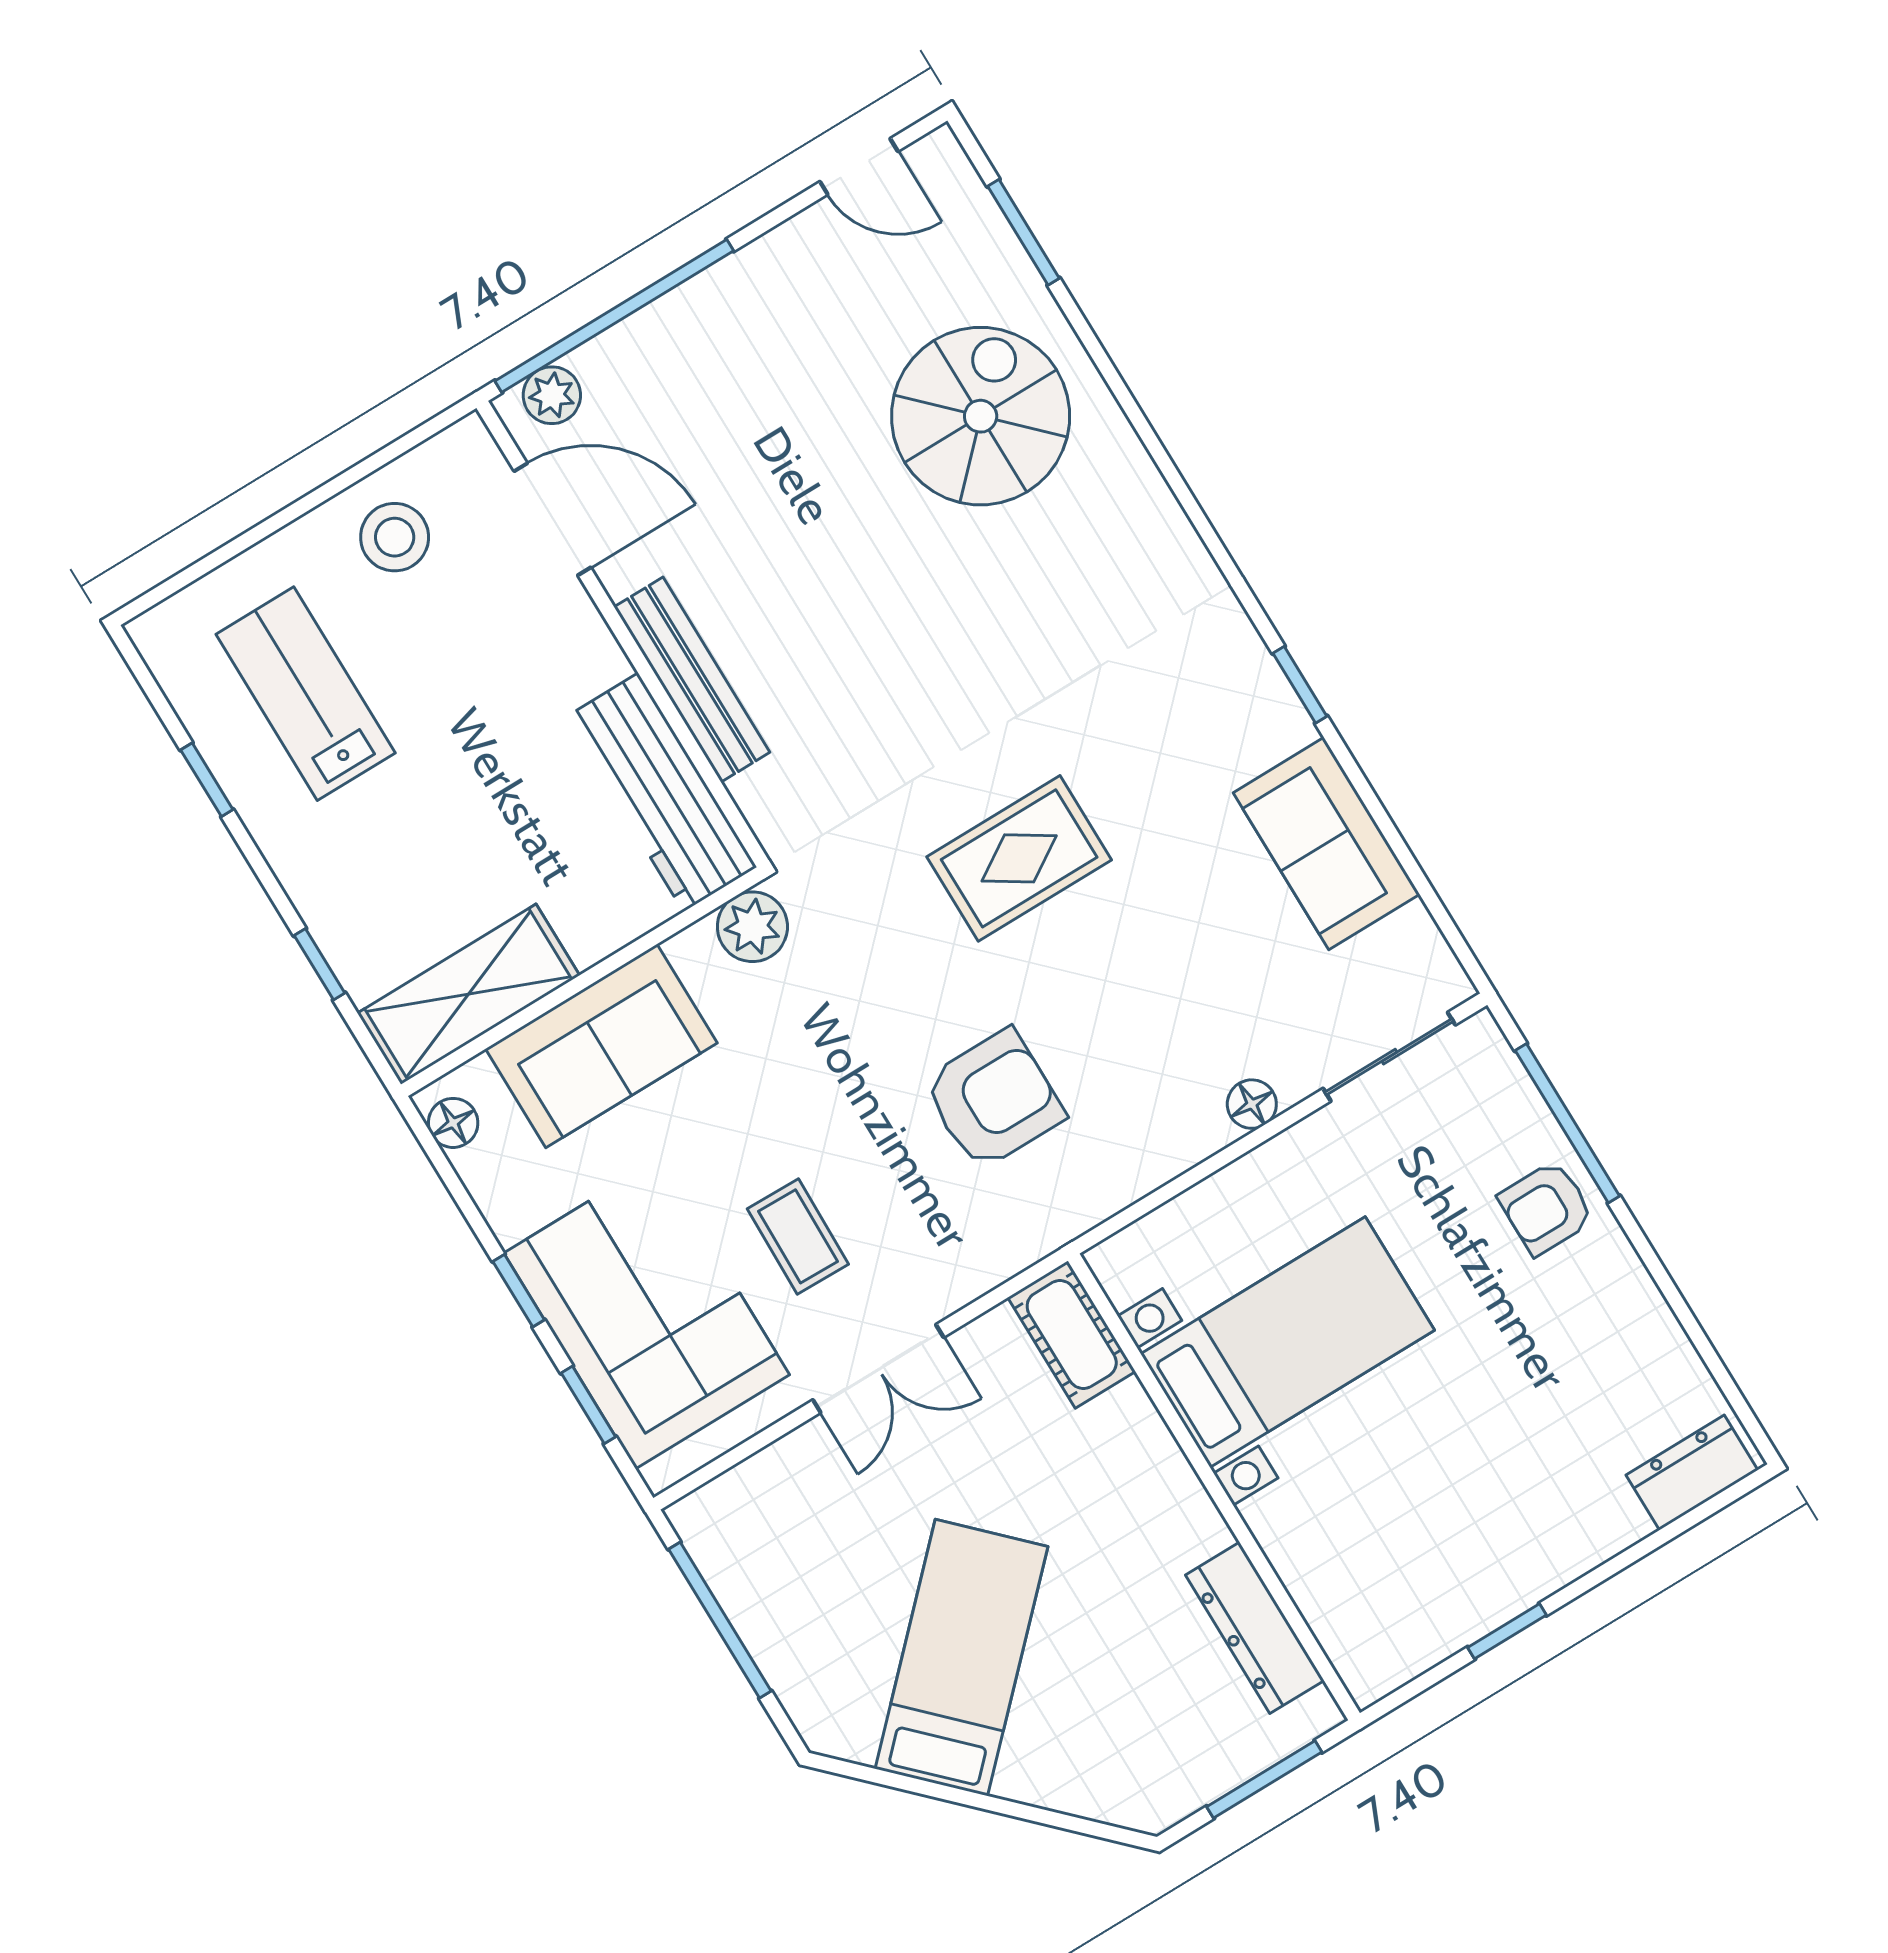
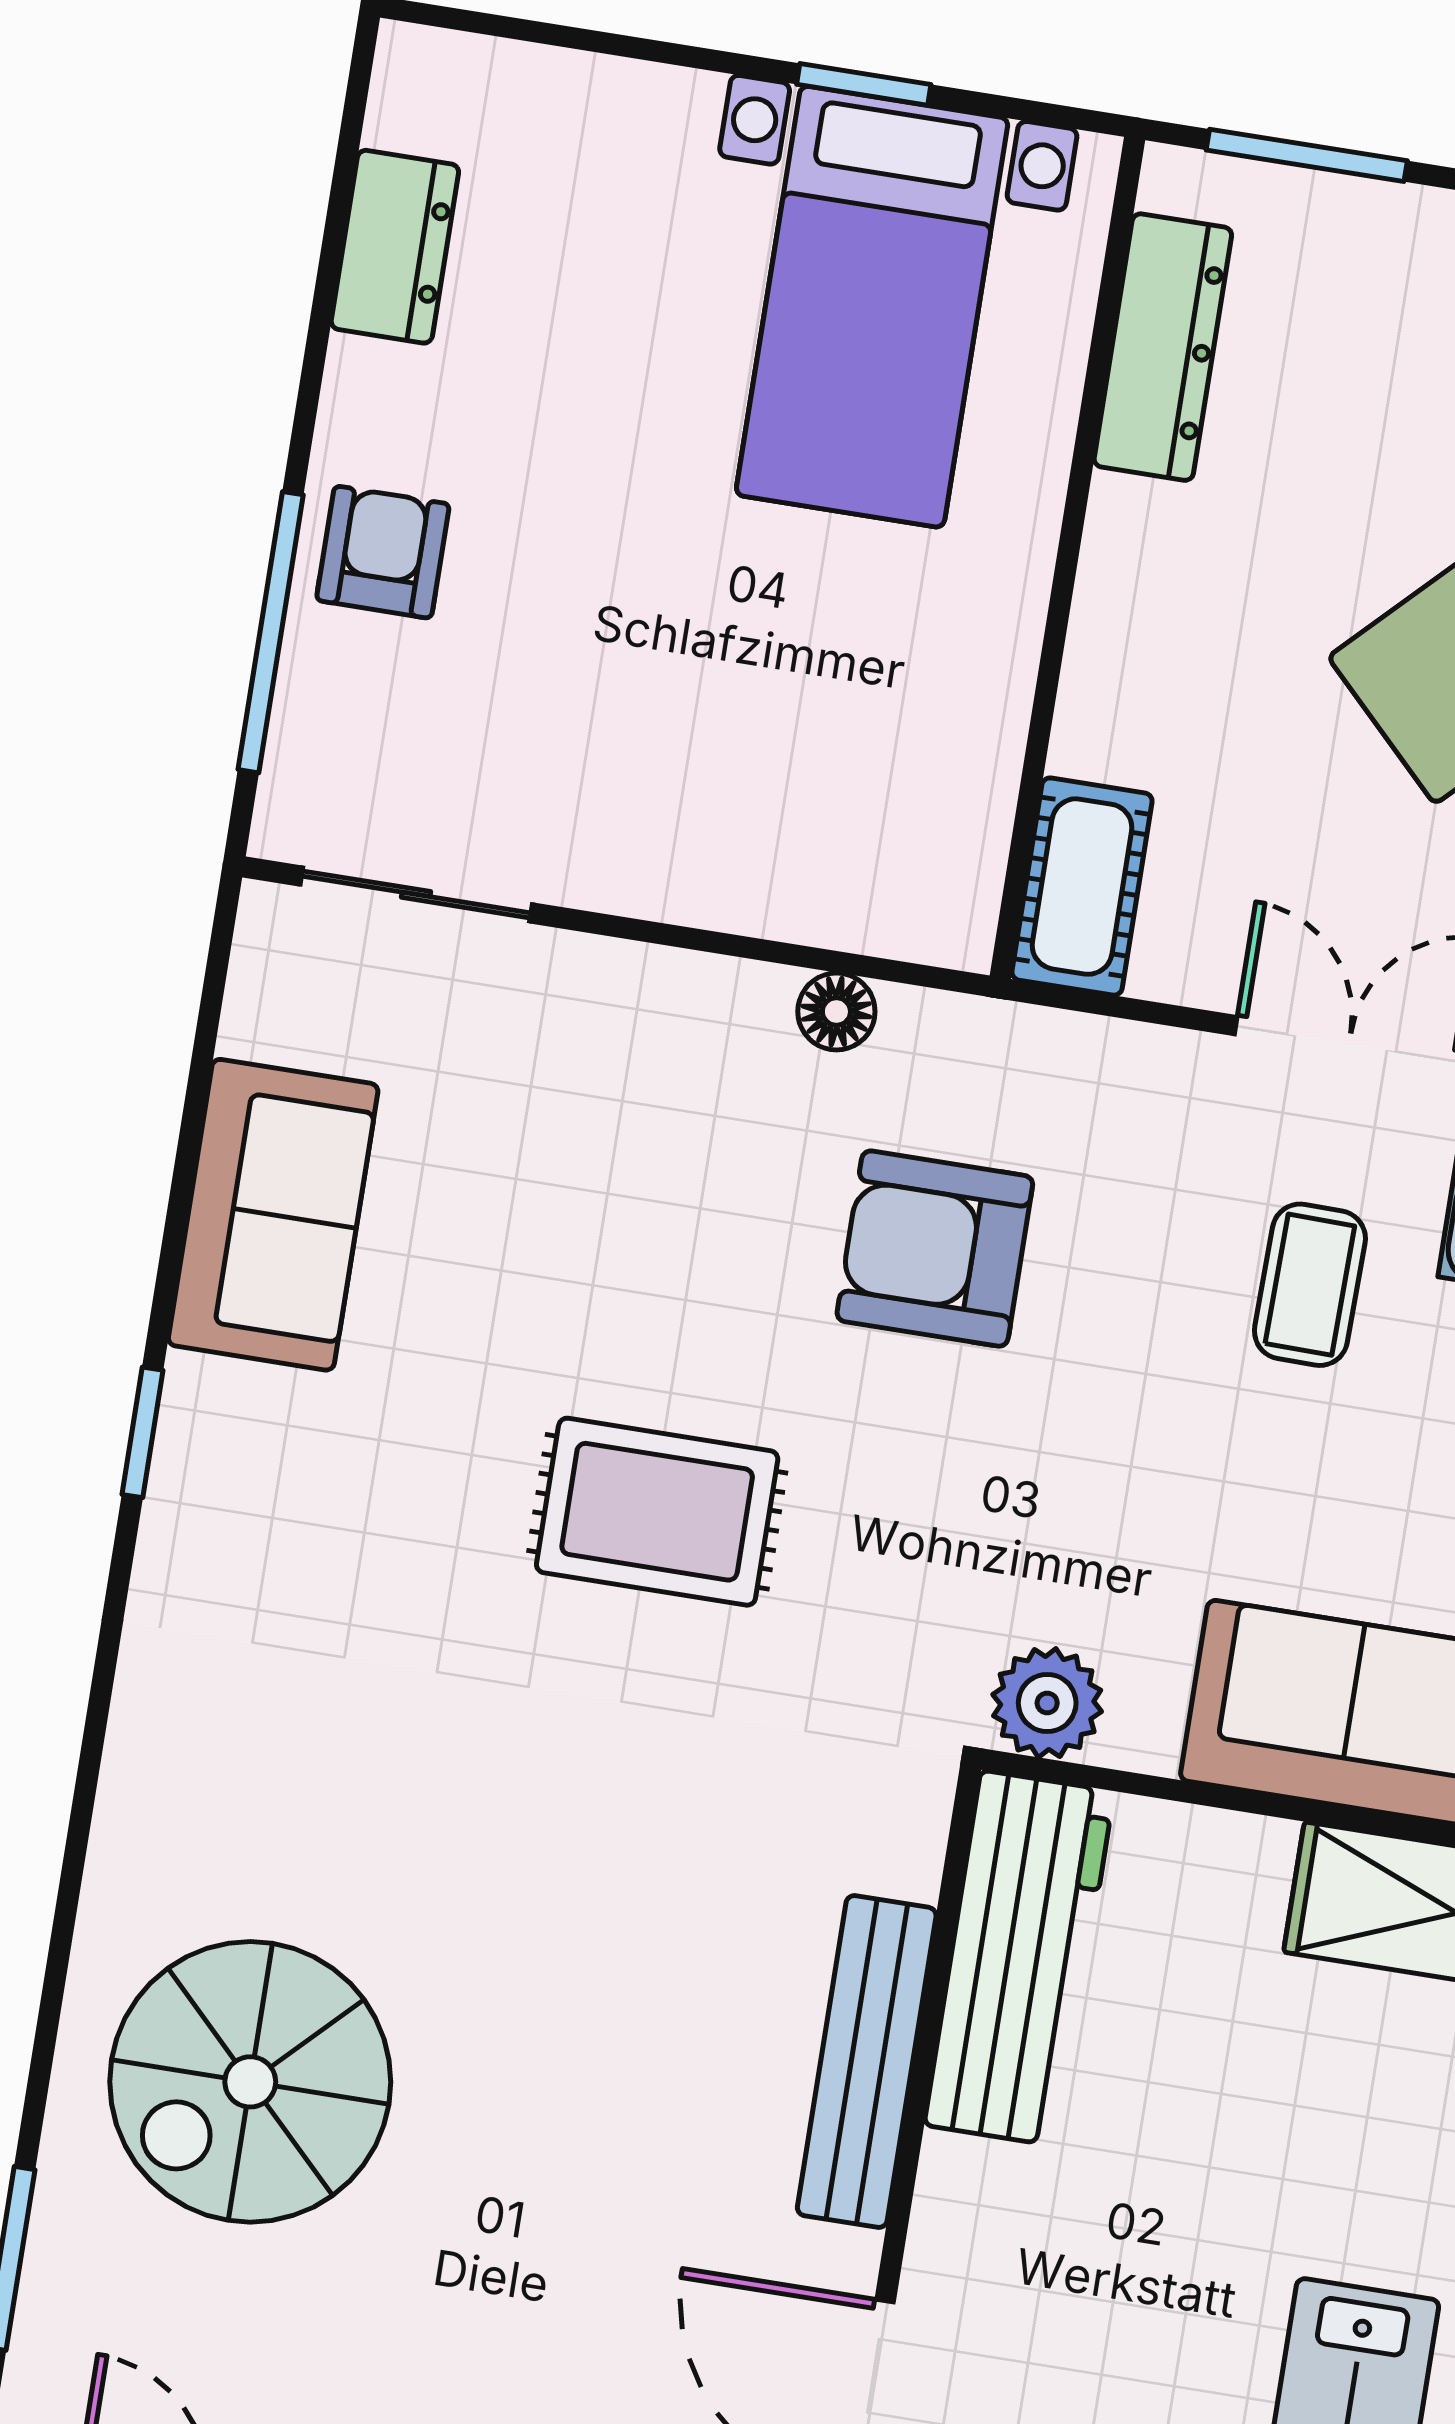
floor lamp: (1252, 1104) -> (836, 1012), moved
armchair: (1546, 1208) -> (383, 552), turned -90
bed with nightstands: (1288, 1342) -> (872, 307), moved, turned -90
dresser: (1692, 1473) -> (395, 247), moved, turned -90

